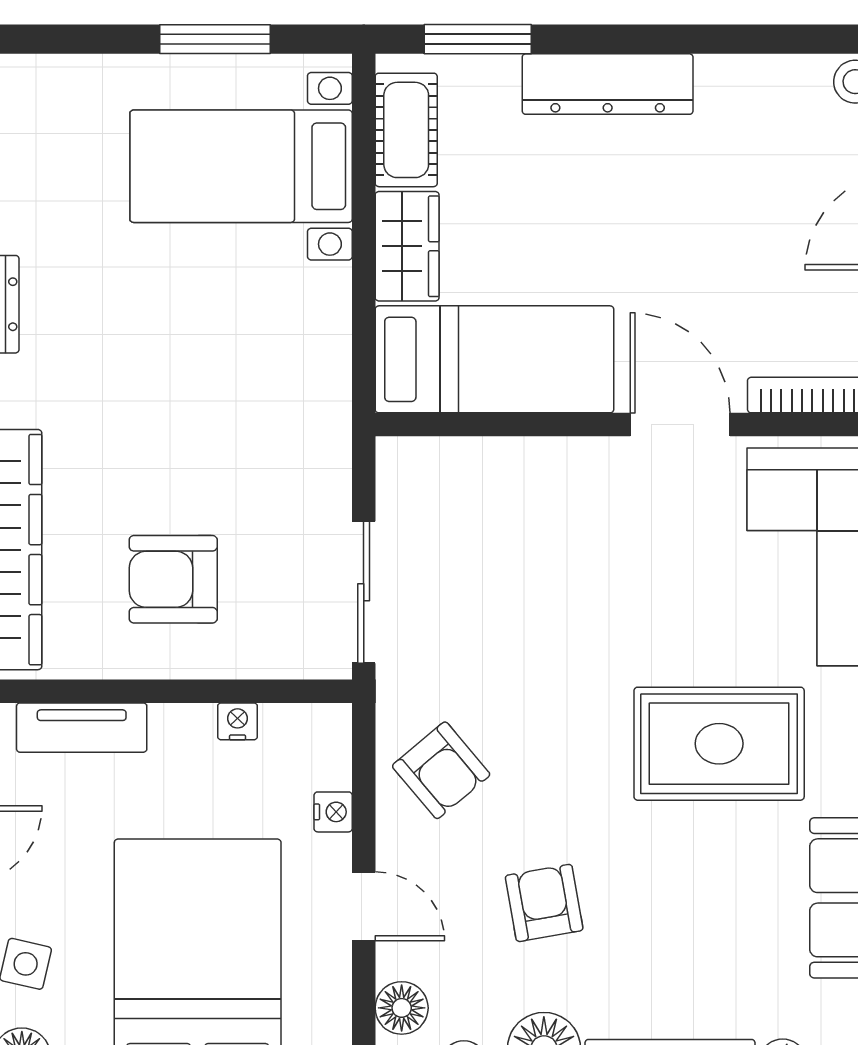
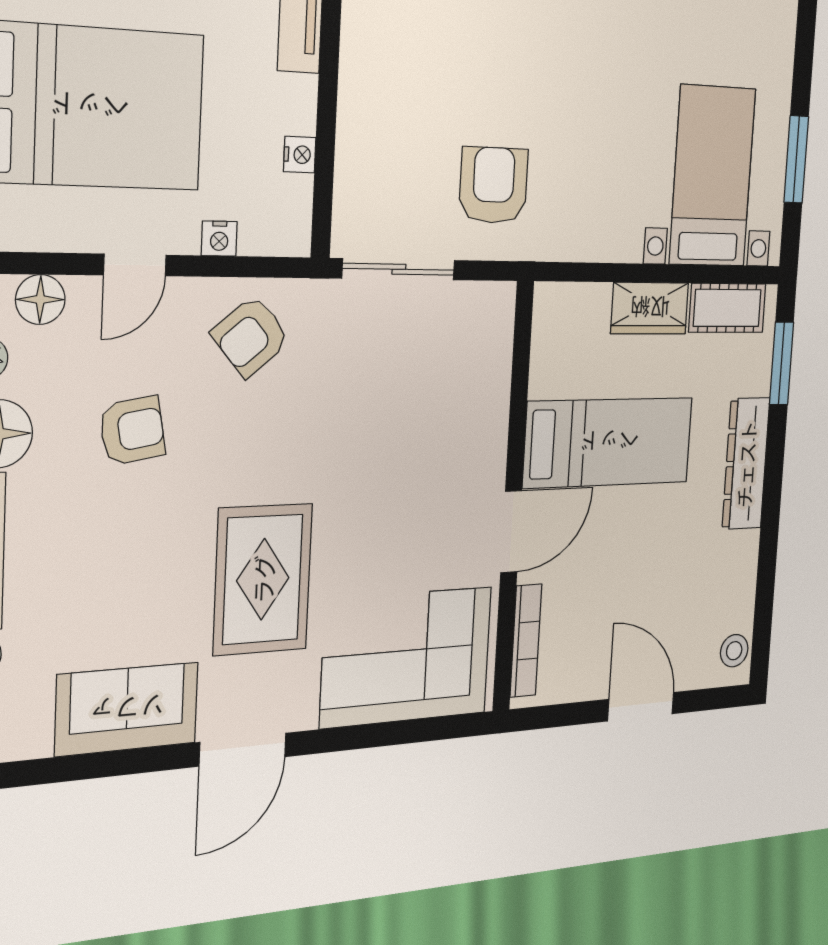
bed: (494, 359) -> (609, 442), moved, turned -90
armchair: (173, 579) -> (494, 185), moved

